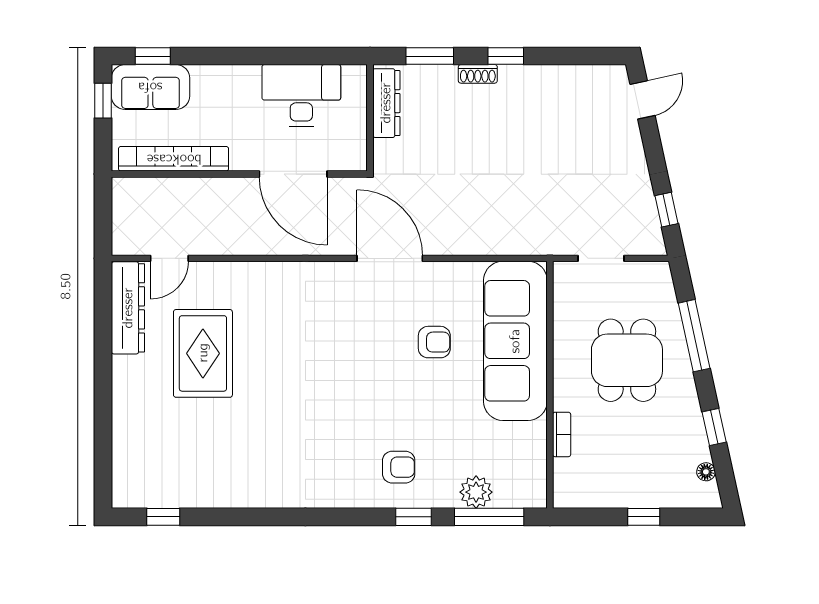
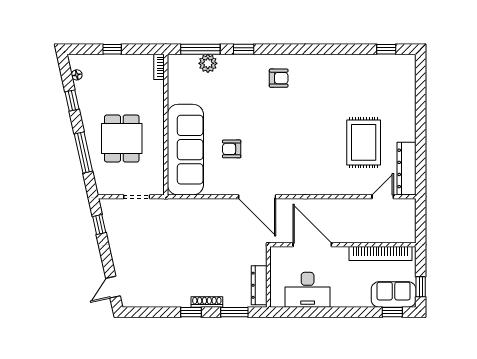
shoe rack: (478, 74) -> (207, 302), width x1.43
bookcase: (562, 434) -> (159, 67), moved
armchair: (399, 467) -> (279, 78), moved, turned 180

